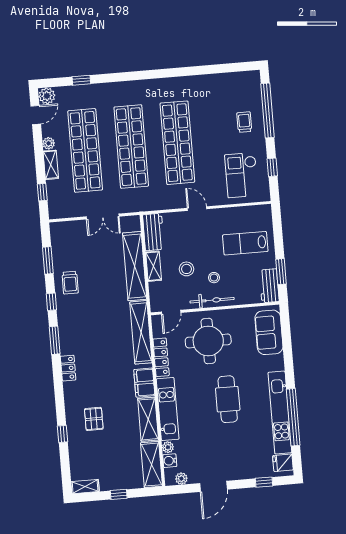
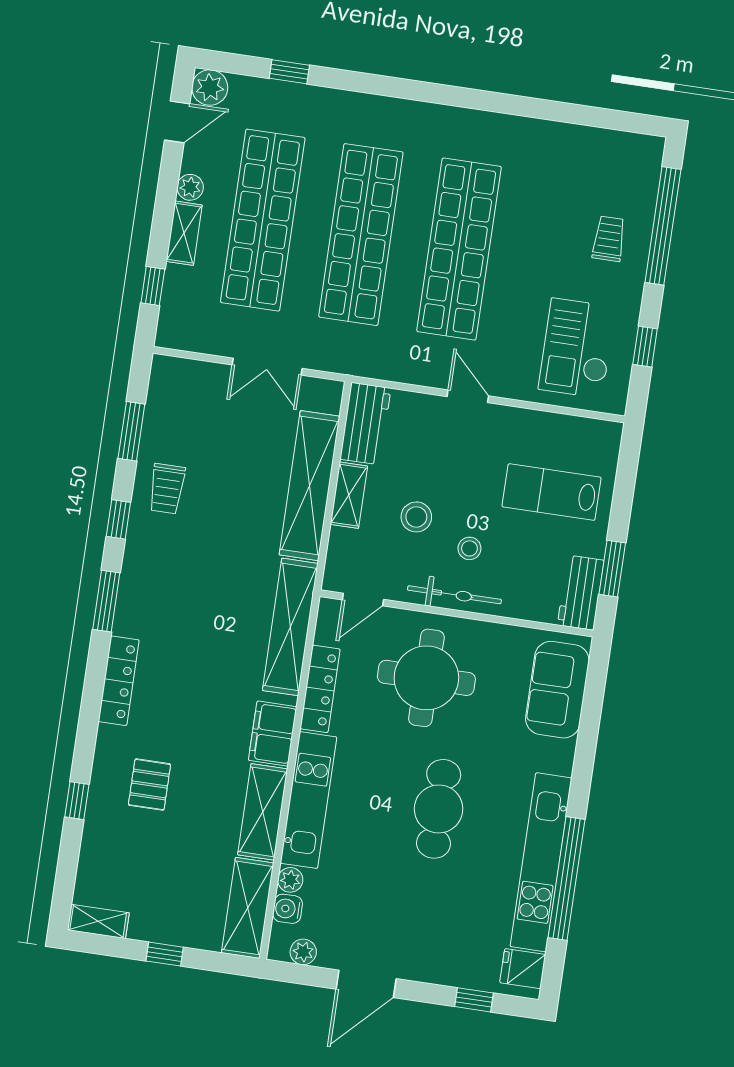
locker: (68, 368) -> (119, 681), width x1.53

